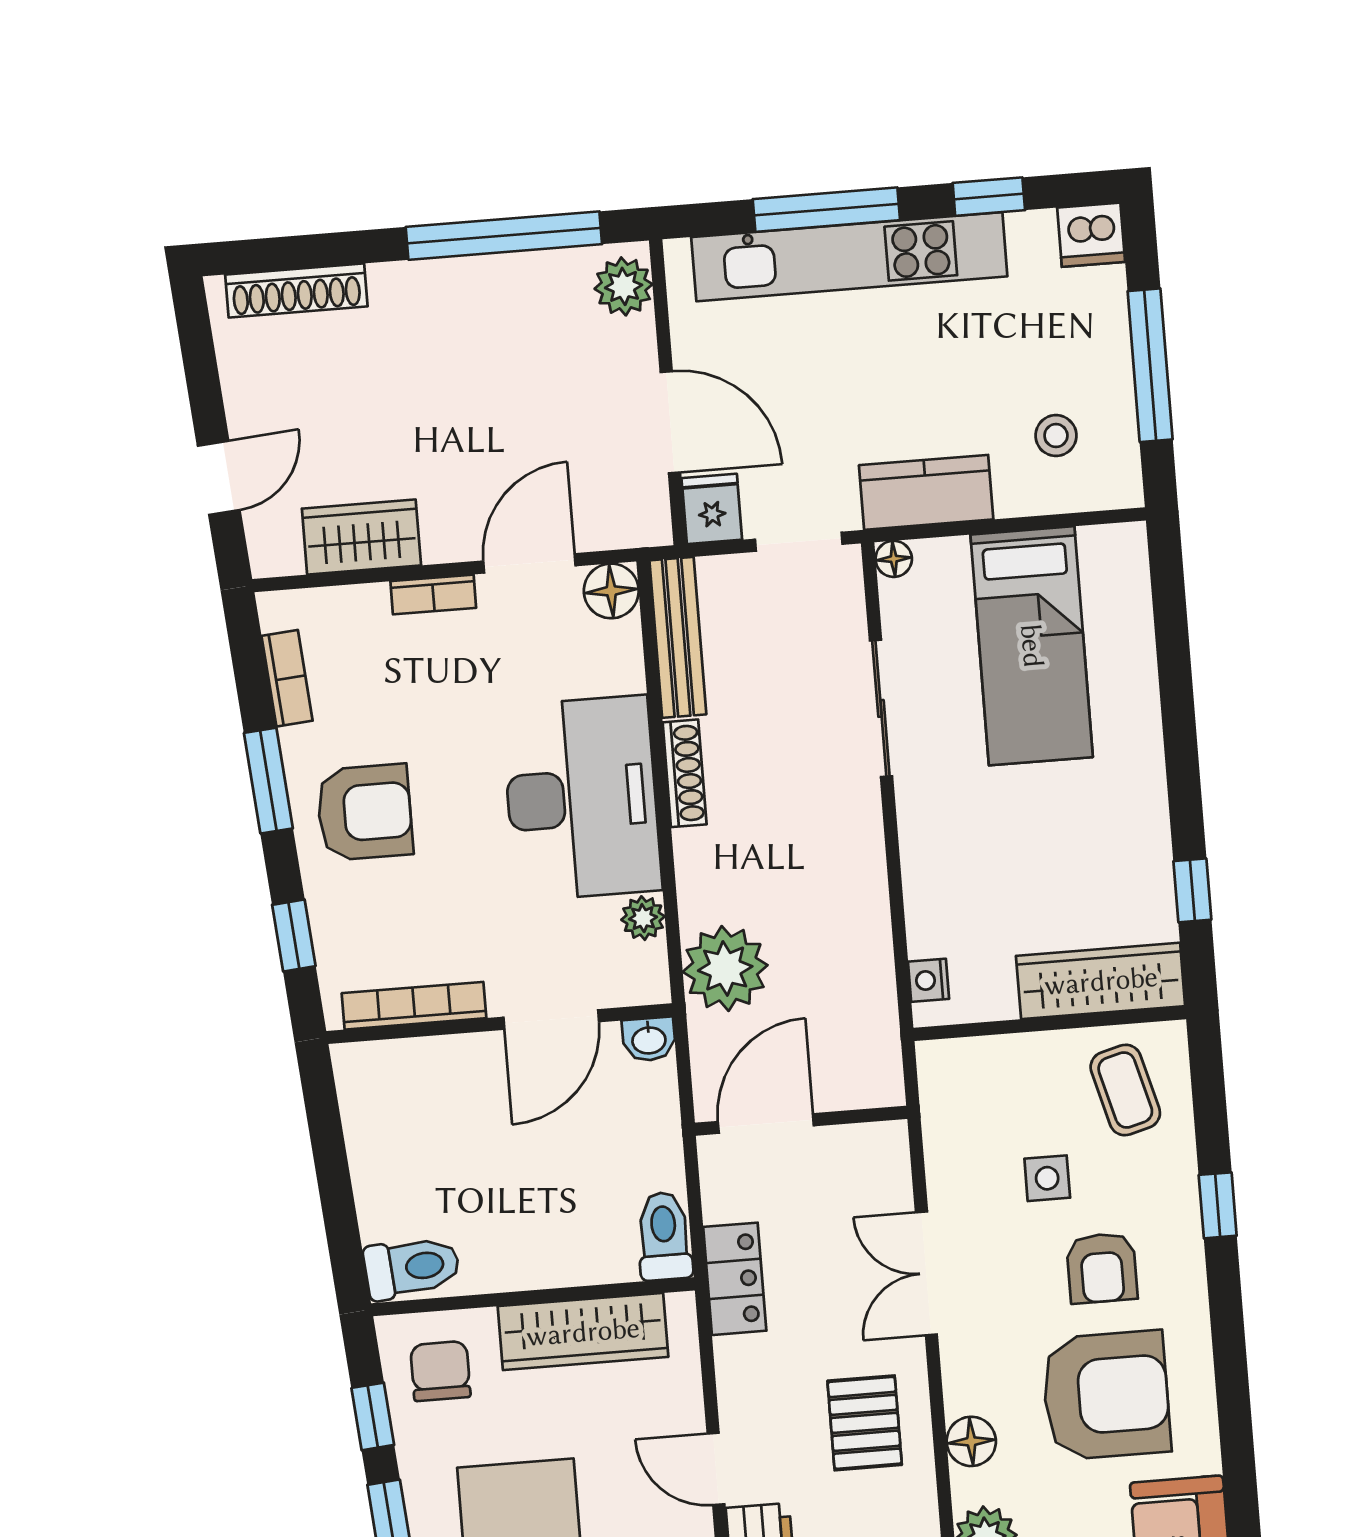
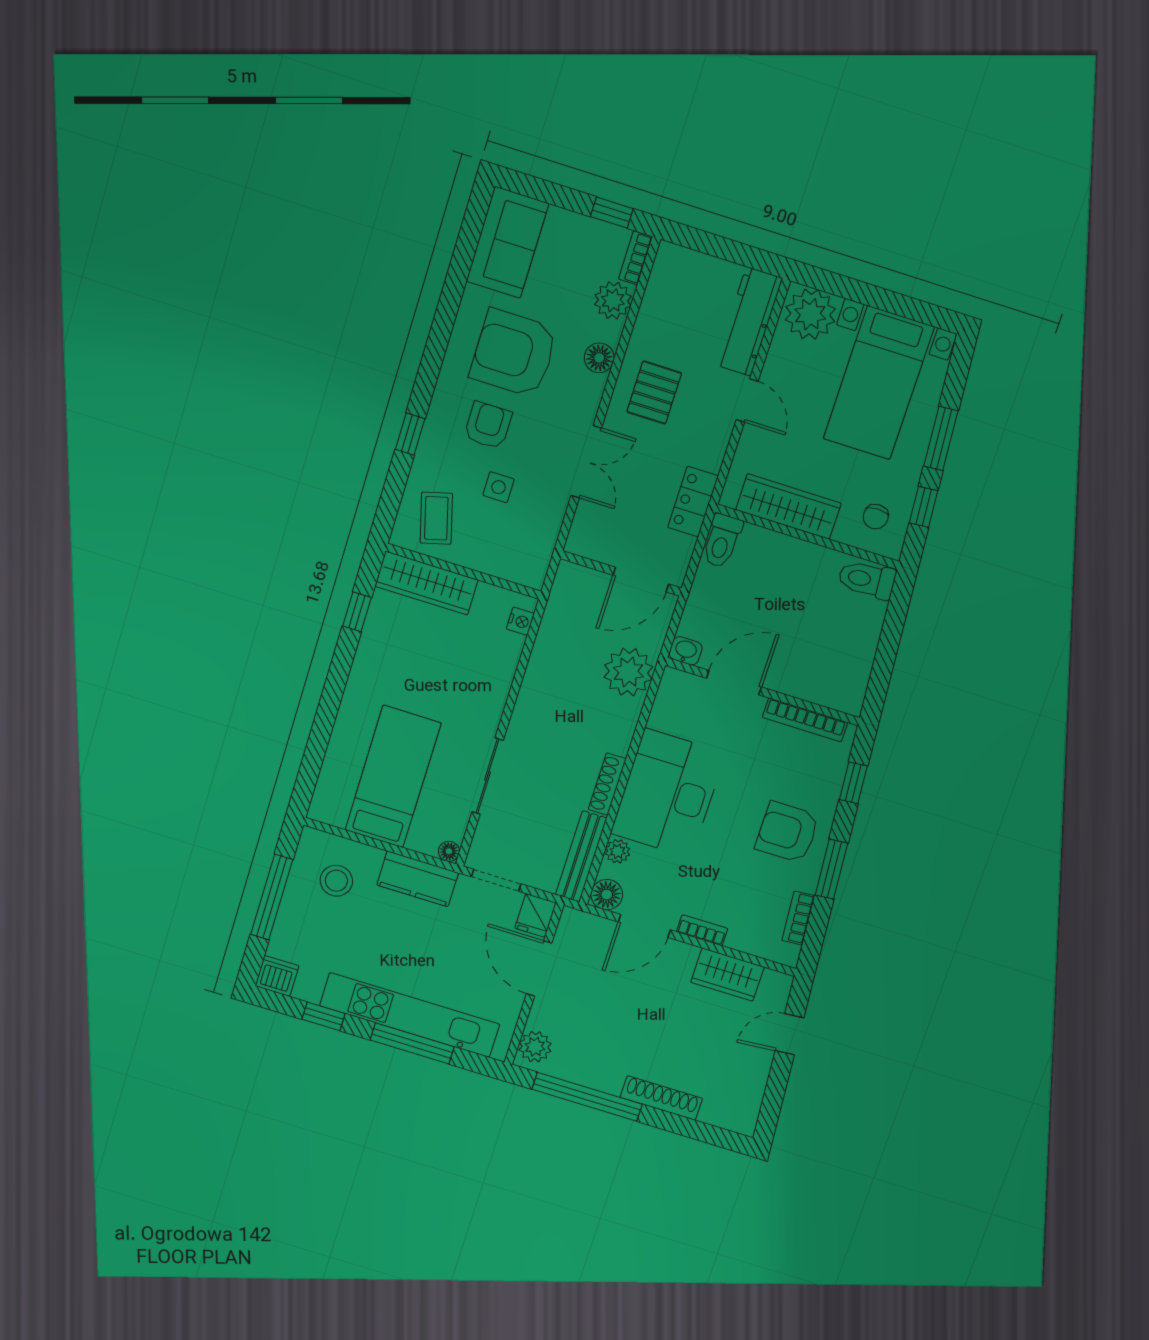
shoe rack: (296, 290) -> (661, 1098), moved
stool: (1056, 436) -> (336, 881), width x1.37, depth x1.37
plant: (643, 918) -> (618, 851), moved
chair: (440, 1371) -> (876, 517), width x0.73, depth x0.73

